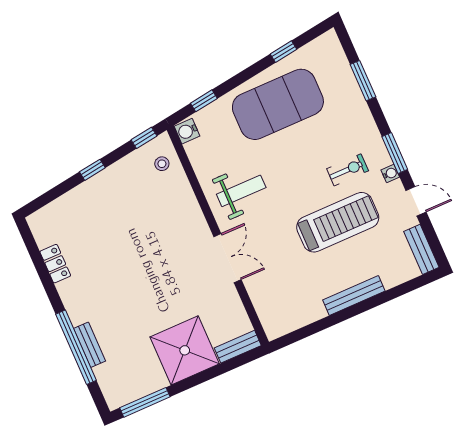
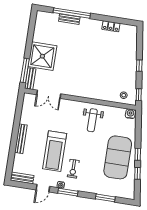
window: (204, 101) -> (138, 154), moved
double door: (227, 258) -> (49, 94), moved
window: (145, 402) -> (25, 71), moved

